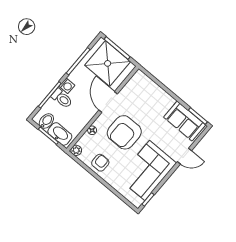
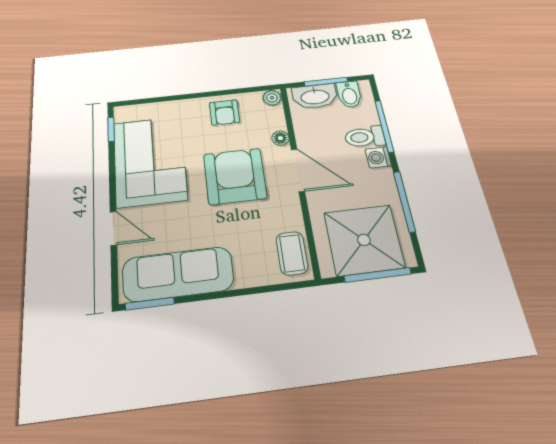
coffee table: (136, 84) -> (292, 253), added
door: (108, 102) -> (298, 170), moved
sofa: (185, 121) -> (178, 274), width x1.36
door: (184, 156) -> (113, 228), swing flipped

